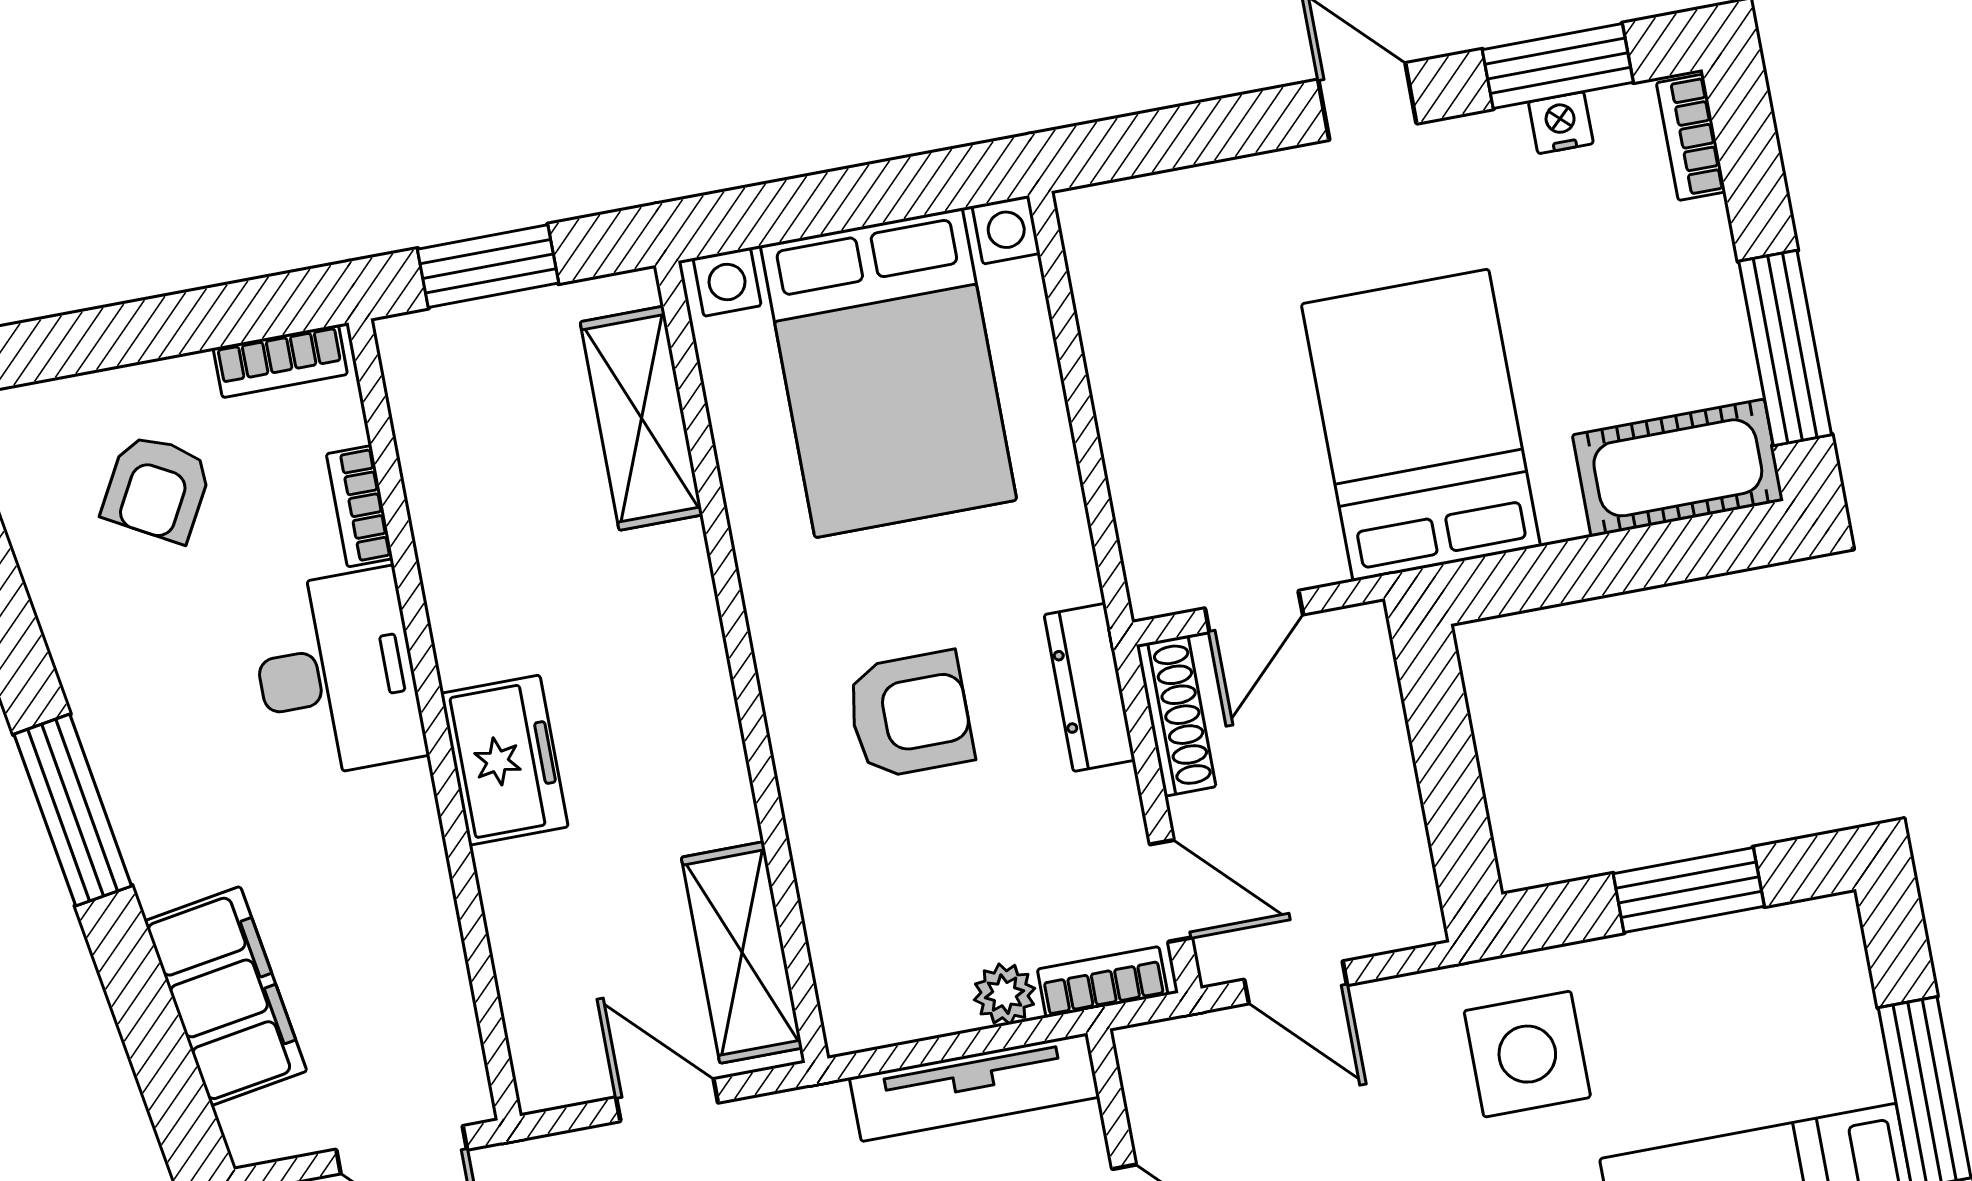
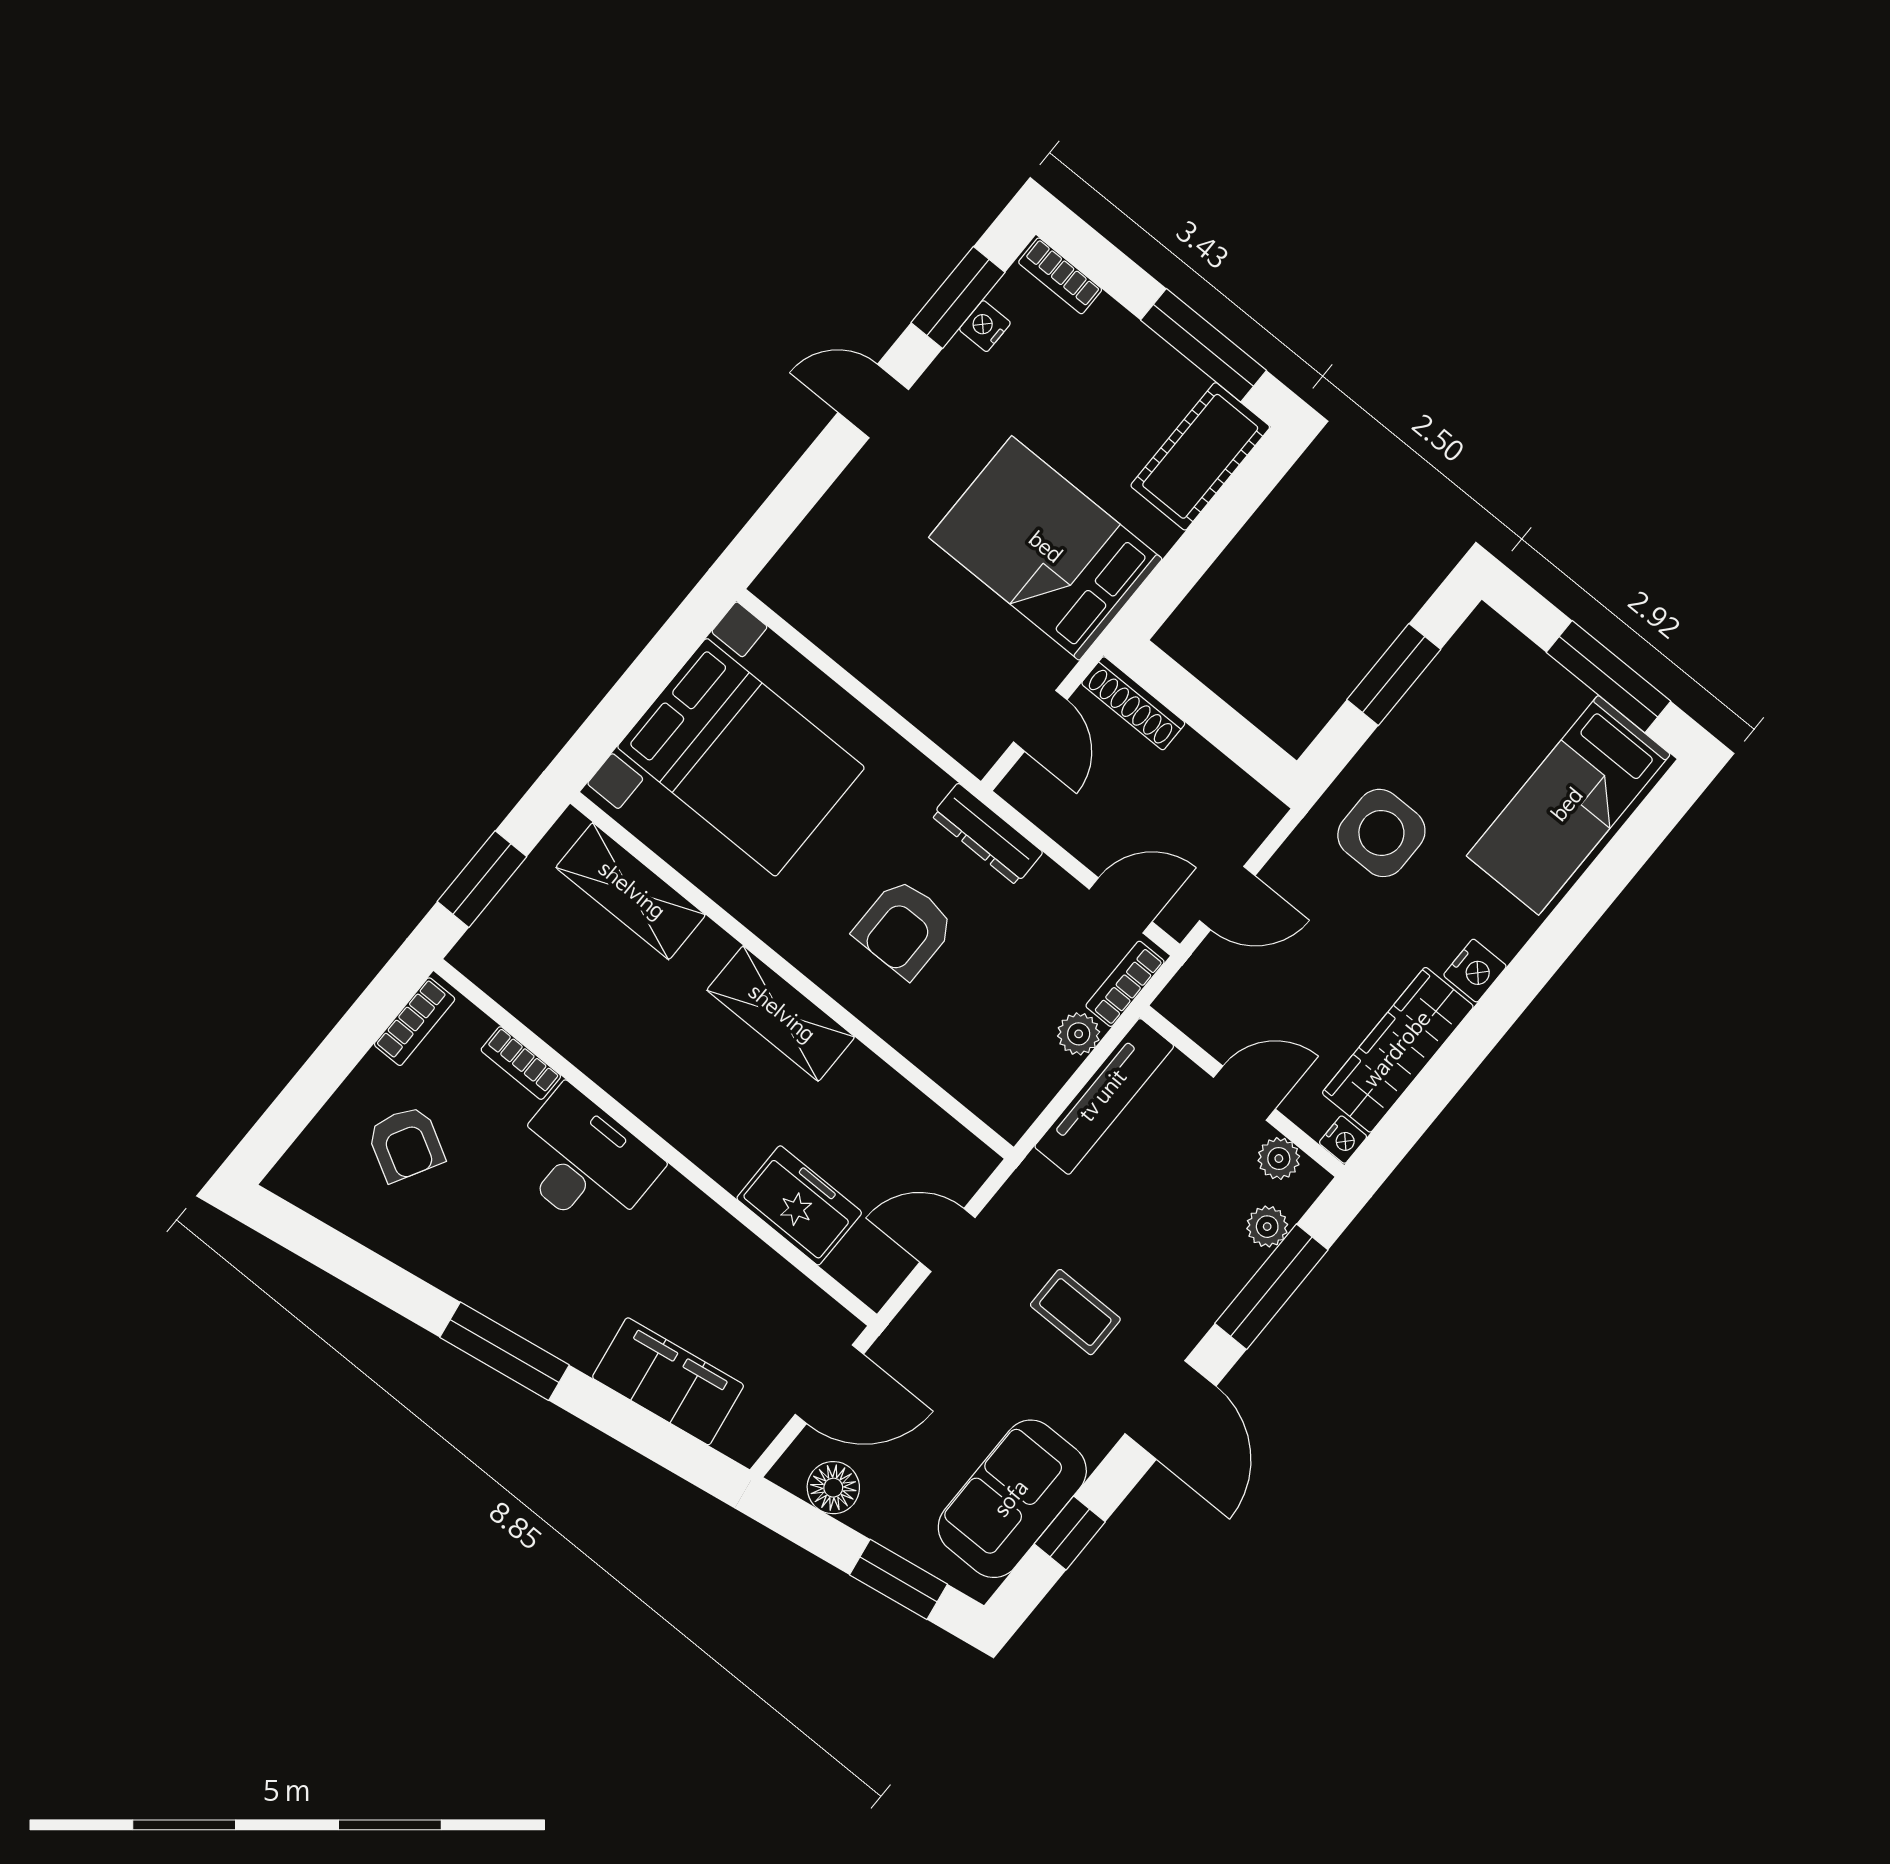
armchair: (910, 715) -> (904, 928), turned 180
shoe rack: (1176, 716) -> (1133, 703), moved, turned 180
freezer: (504, 760) -> (799, 1205), moved
shelving: (742, 953) -> (781, 1014), moved

